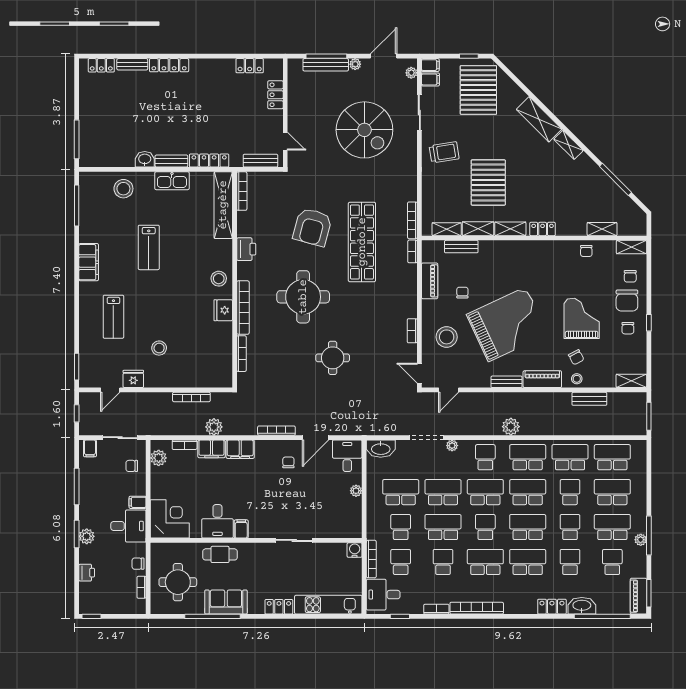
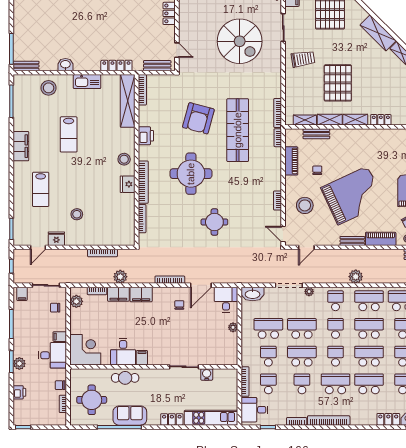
bench: (171, 161) -> (26, 66), moved
school desk: (485, 492) -> (335, 328), width x0.54
water cooler: (355, 550) -> (207, 374), moved

